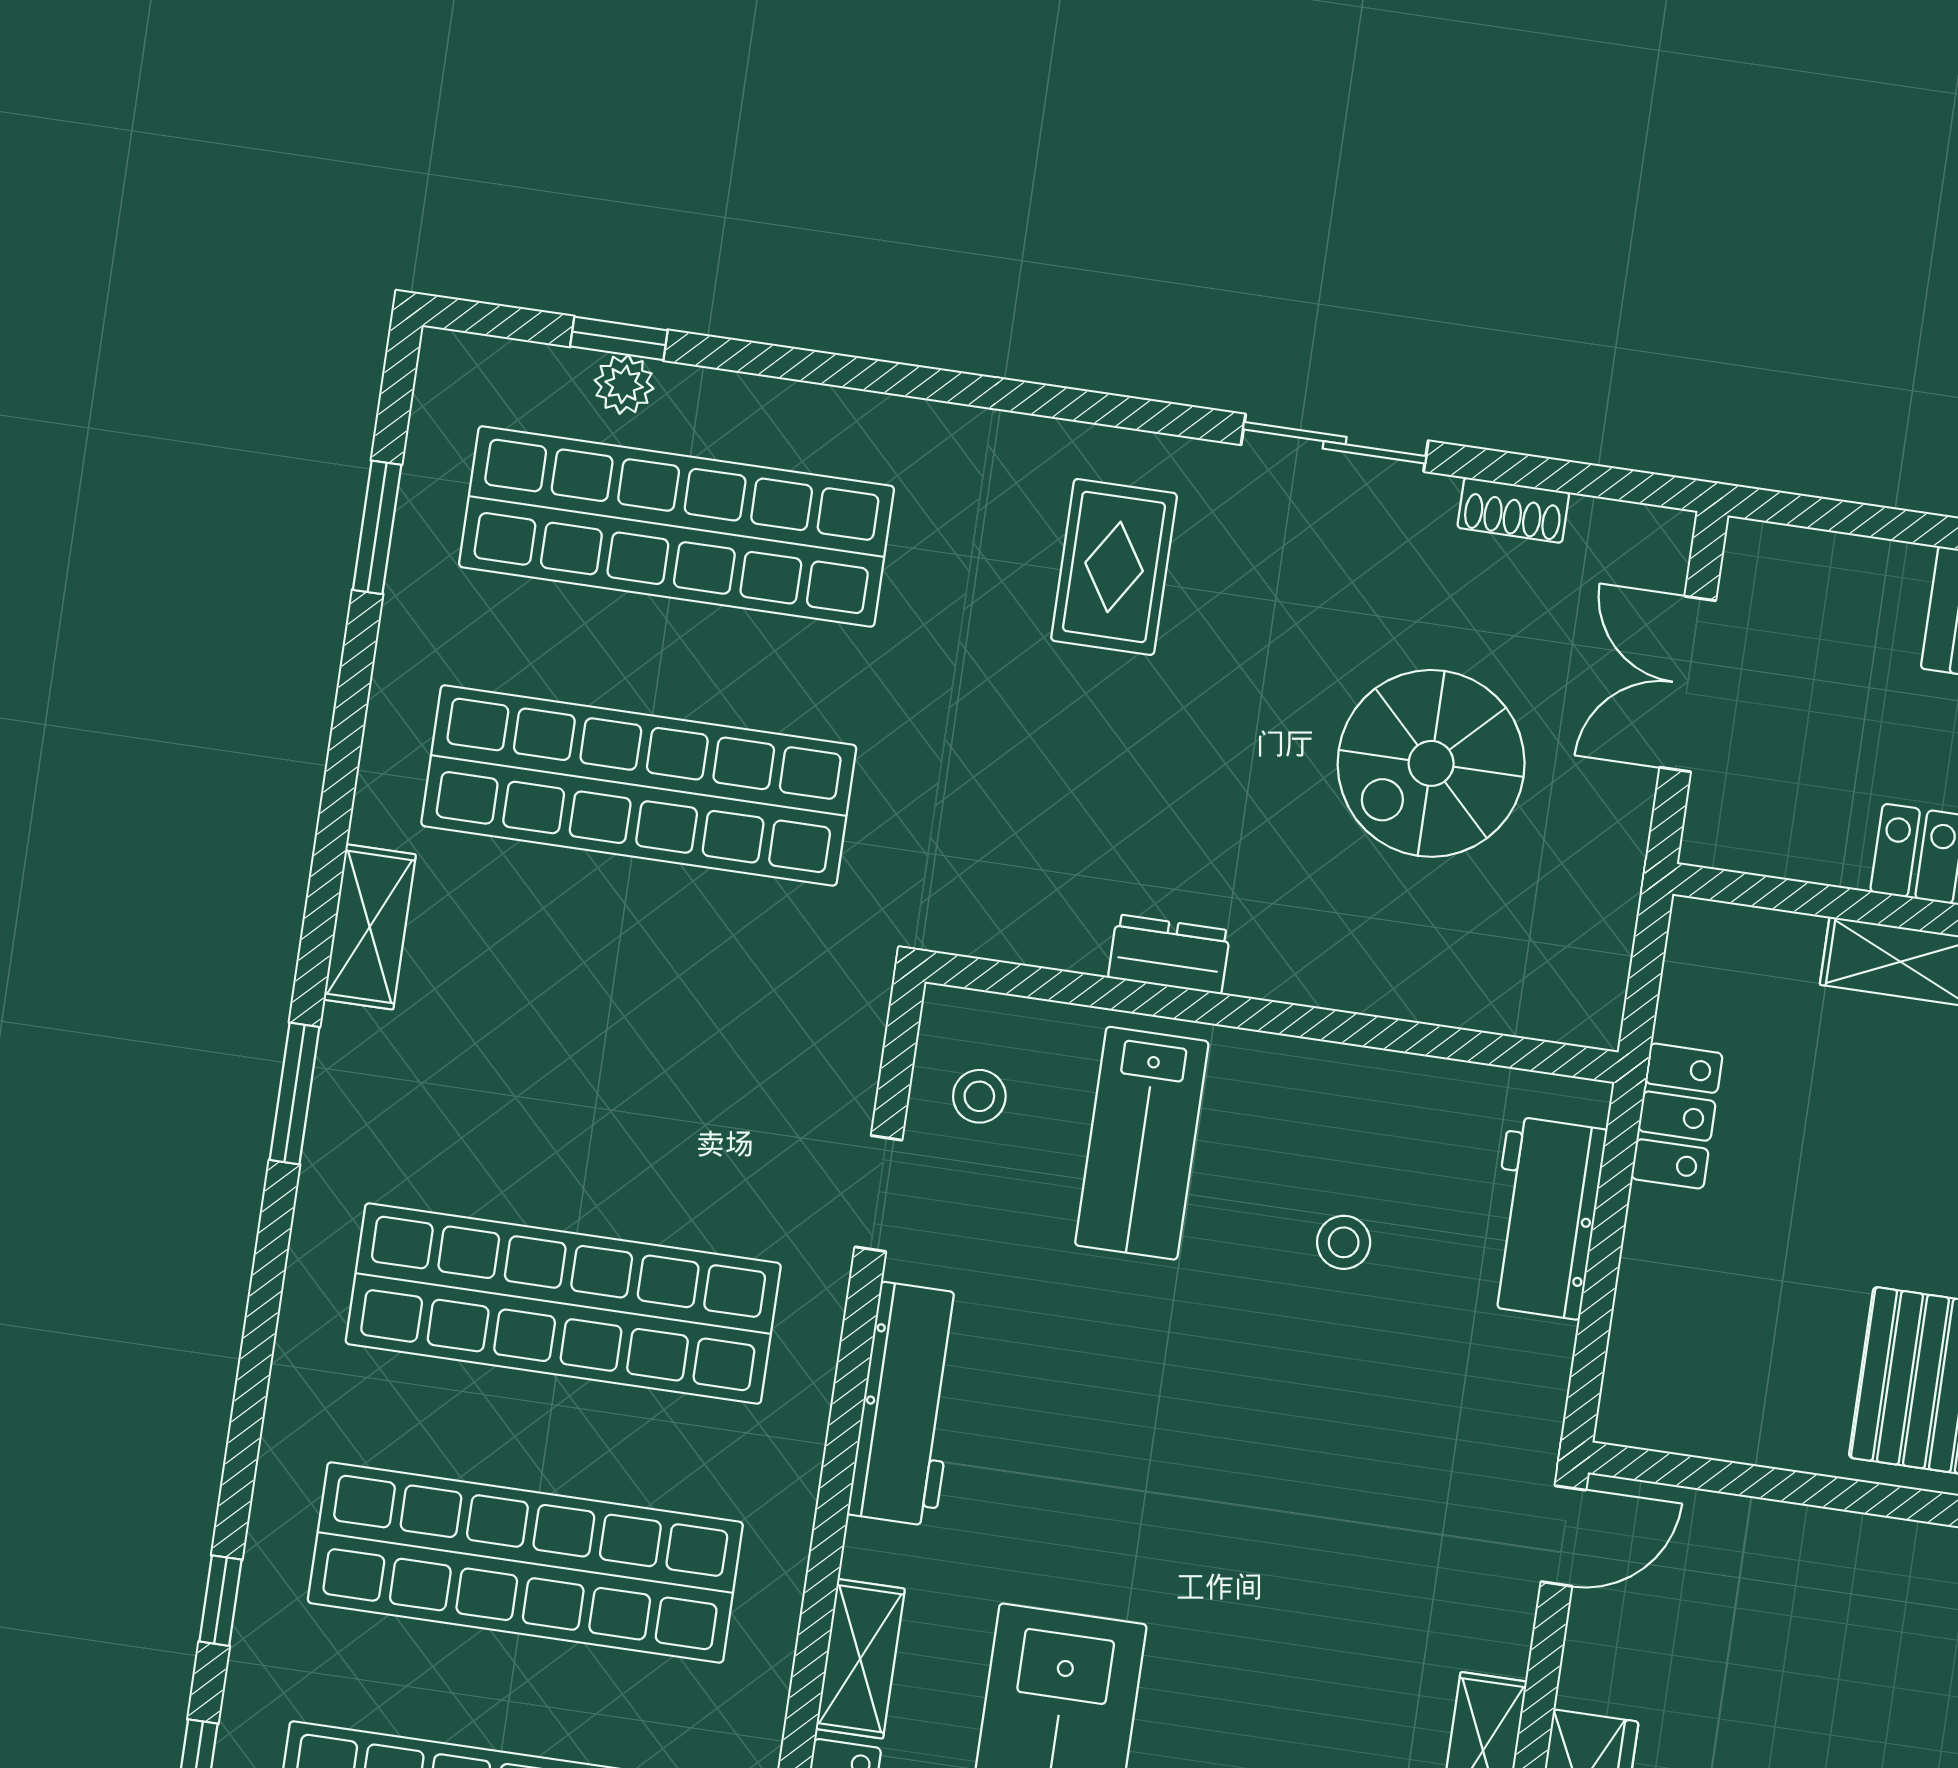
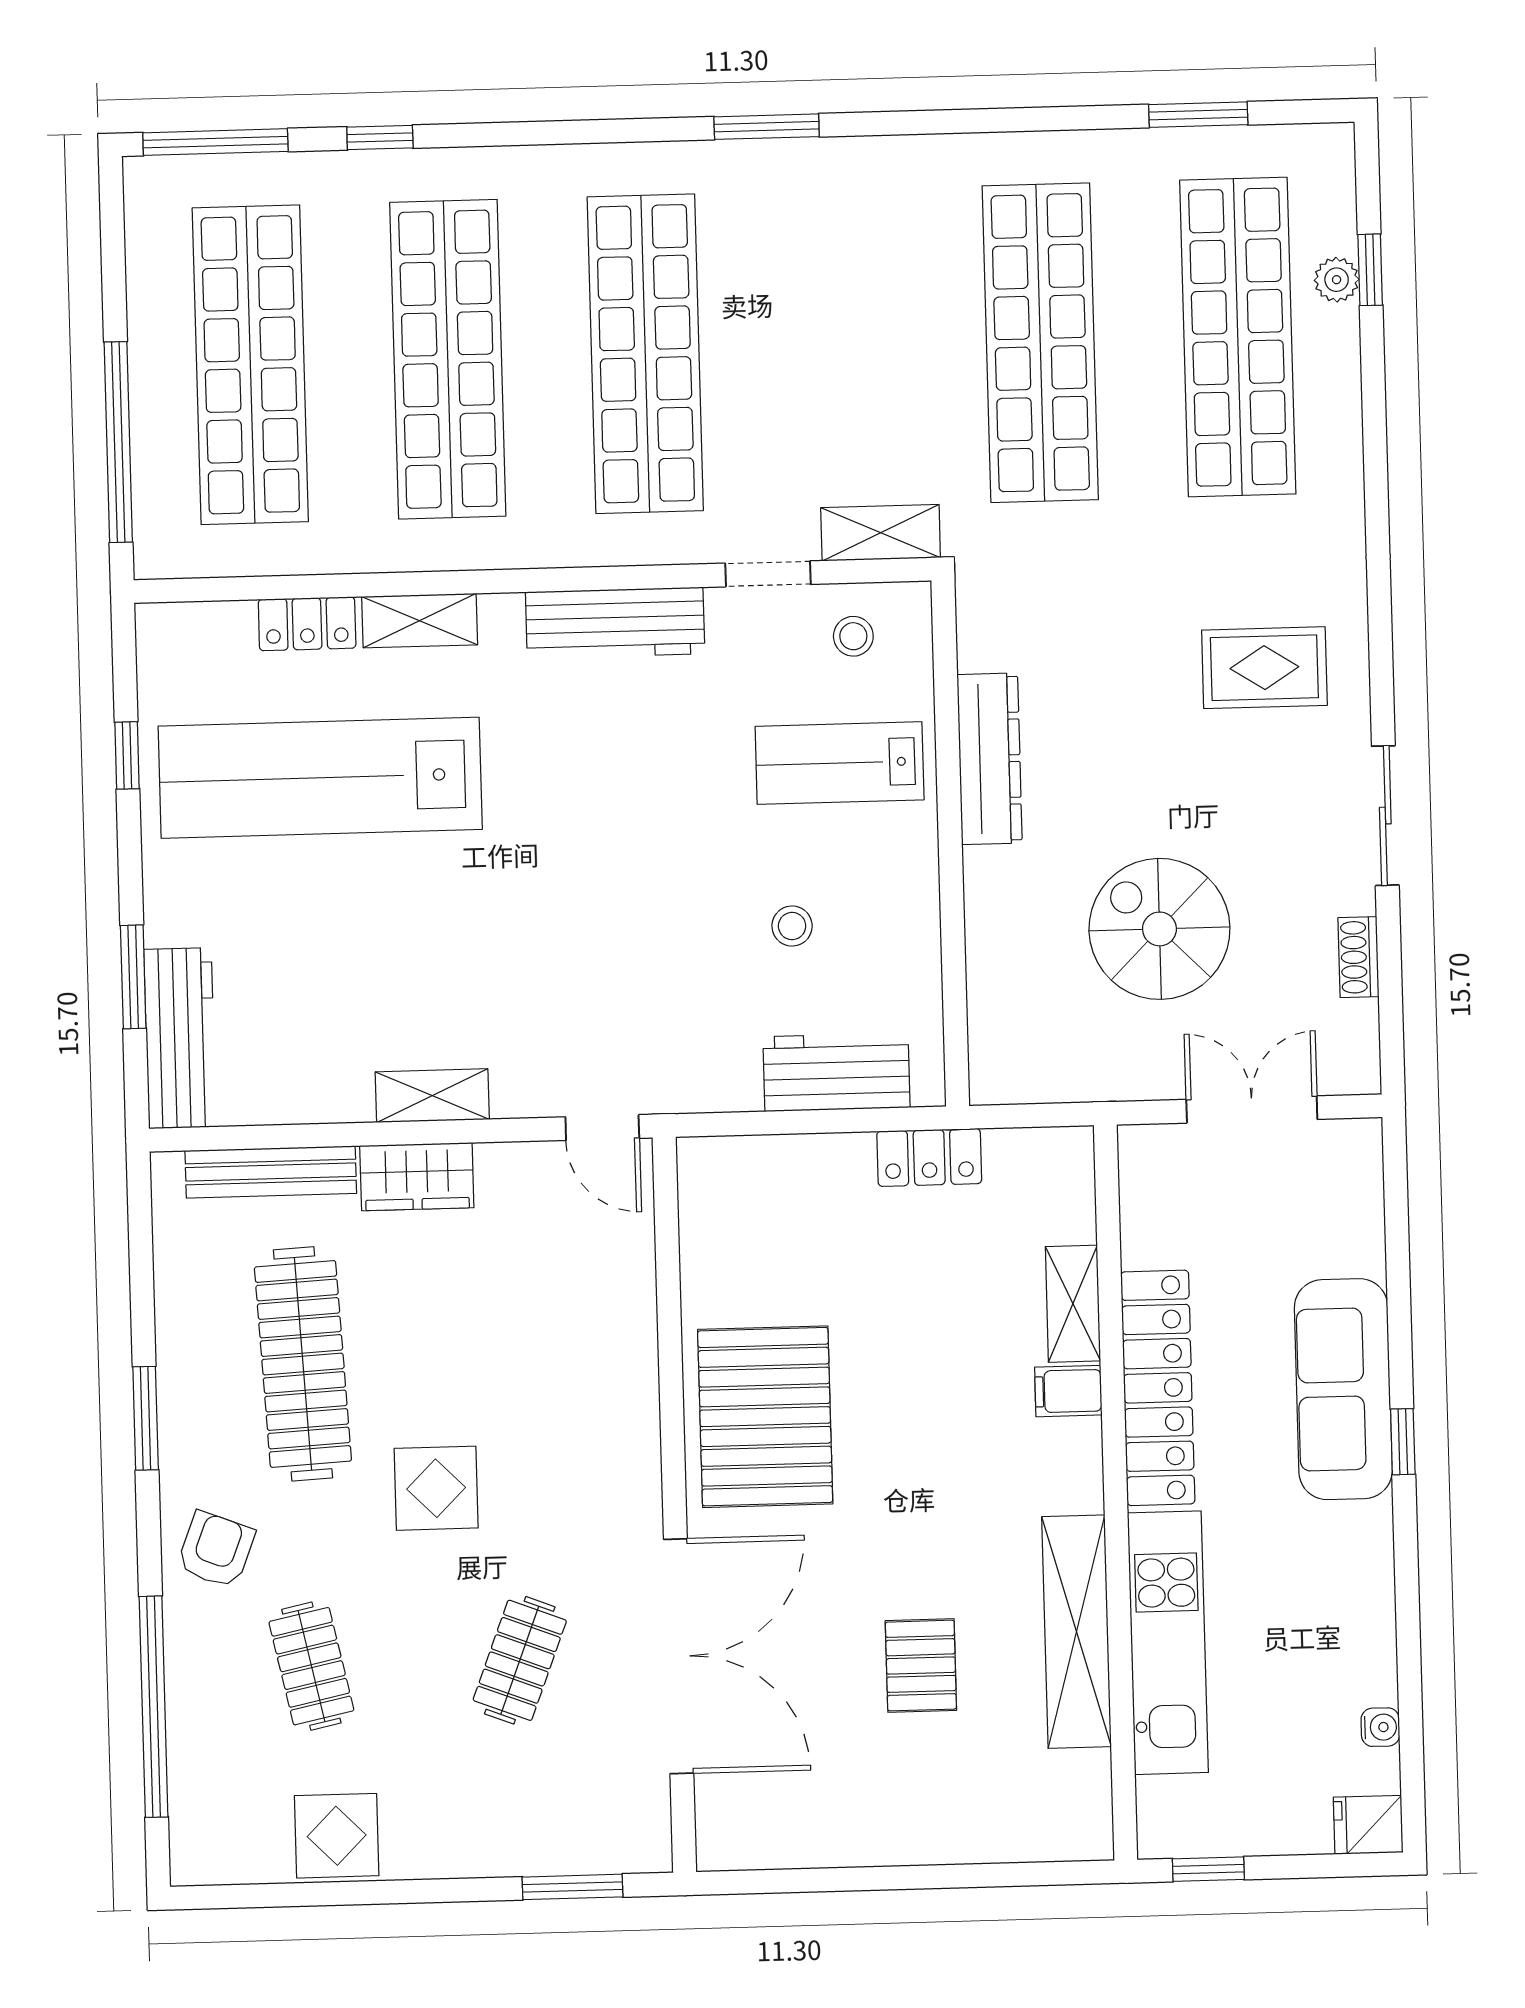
shelving: (370, 927) -> (881, 533), moved
dresser: (1169, 954) -> (990, 759), width x1.96, depth x1.24

